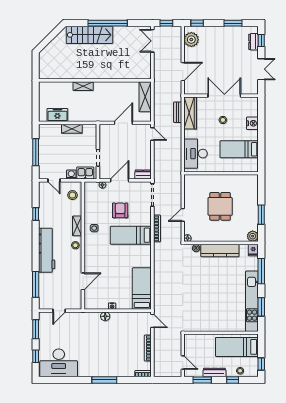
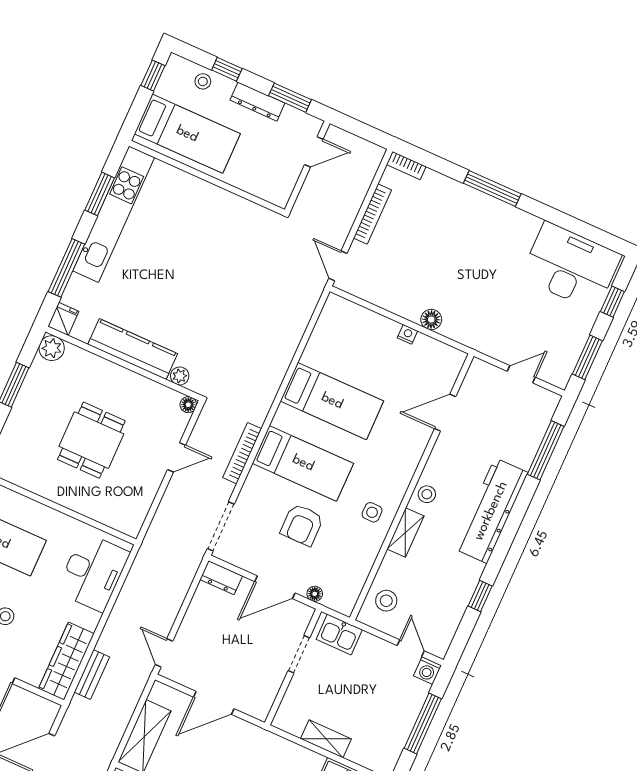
washing machine: (71, 174) -> (427, 671), moved
bed: (142, 289) -> (332, 401), moved, turned -90
door: (183, 362) -> (314, 152), swing flipped

